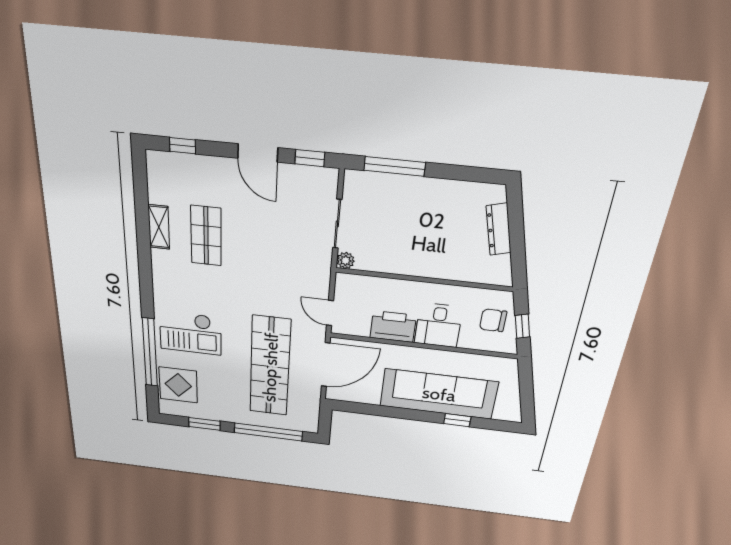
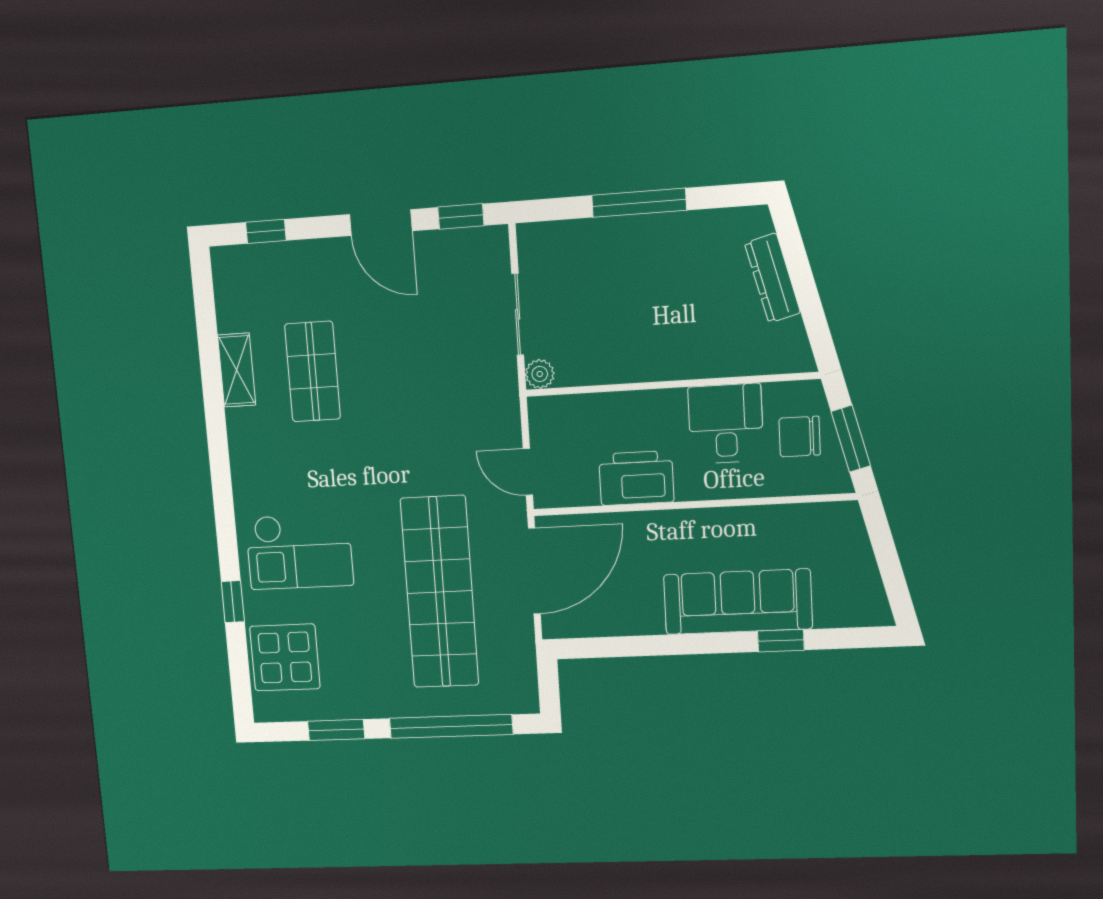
window: (395, 166) -> (639, 203), moved
desk: (438, 325) -> (726, 424), moved, turned 180
window: (522, 326) -> (851, 439), width x1.50
window: (150, 353) -> (233, 602), width x0.32
sofa: (439, 394) -> (738, 602), width x0.74, depth x0.79

